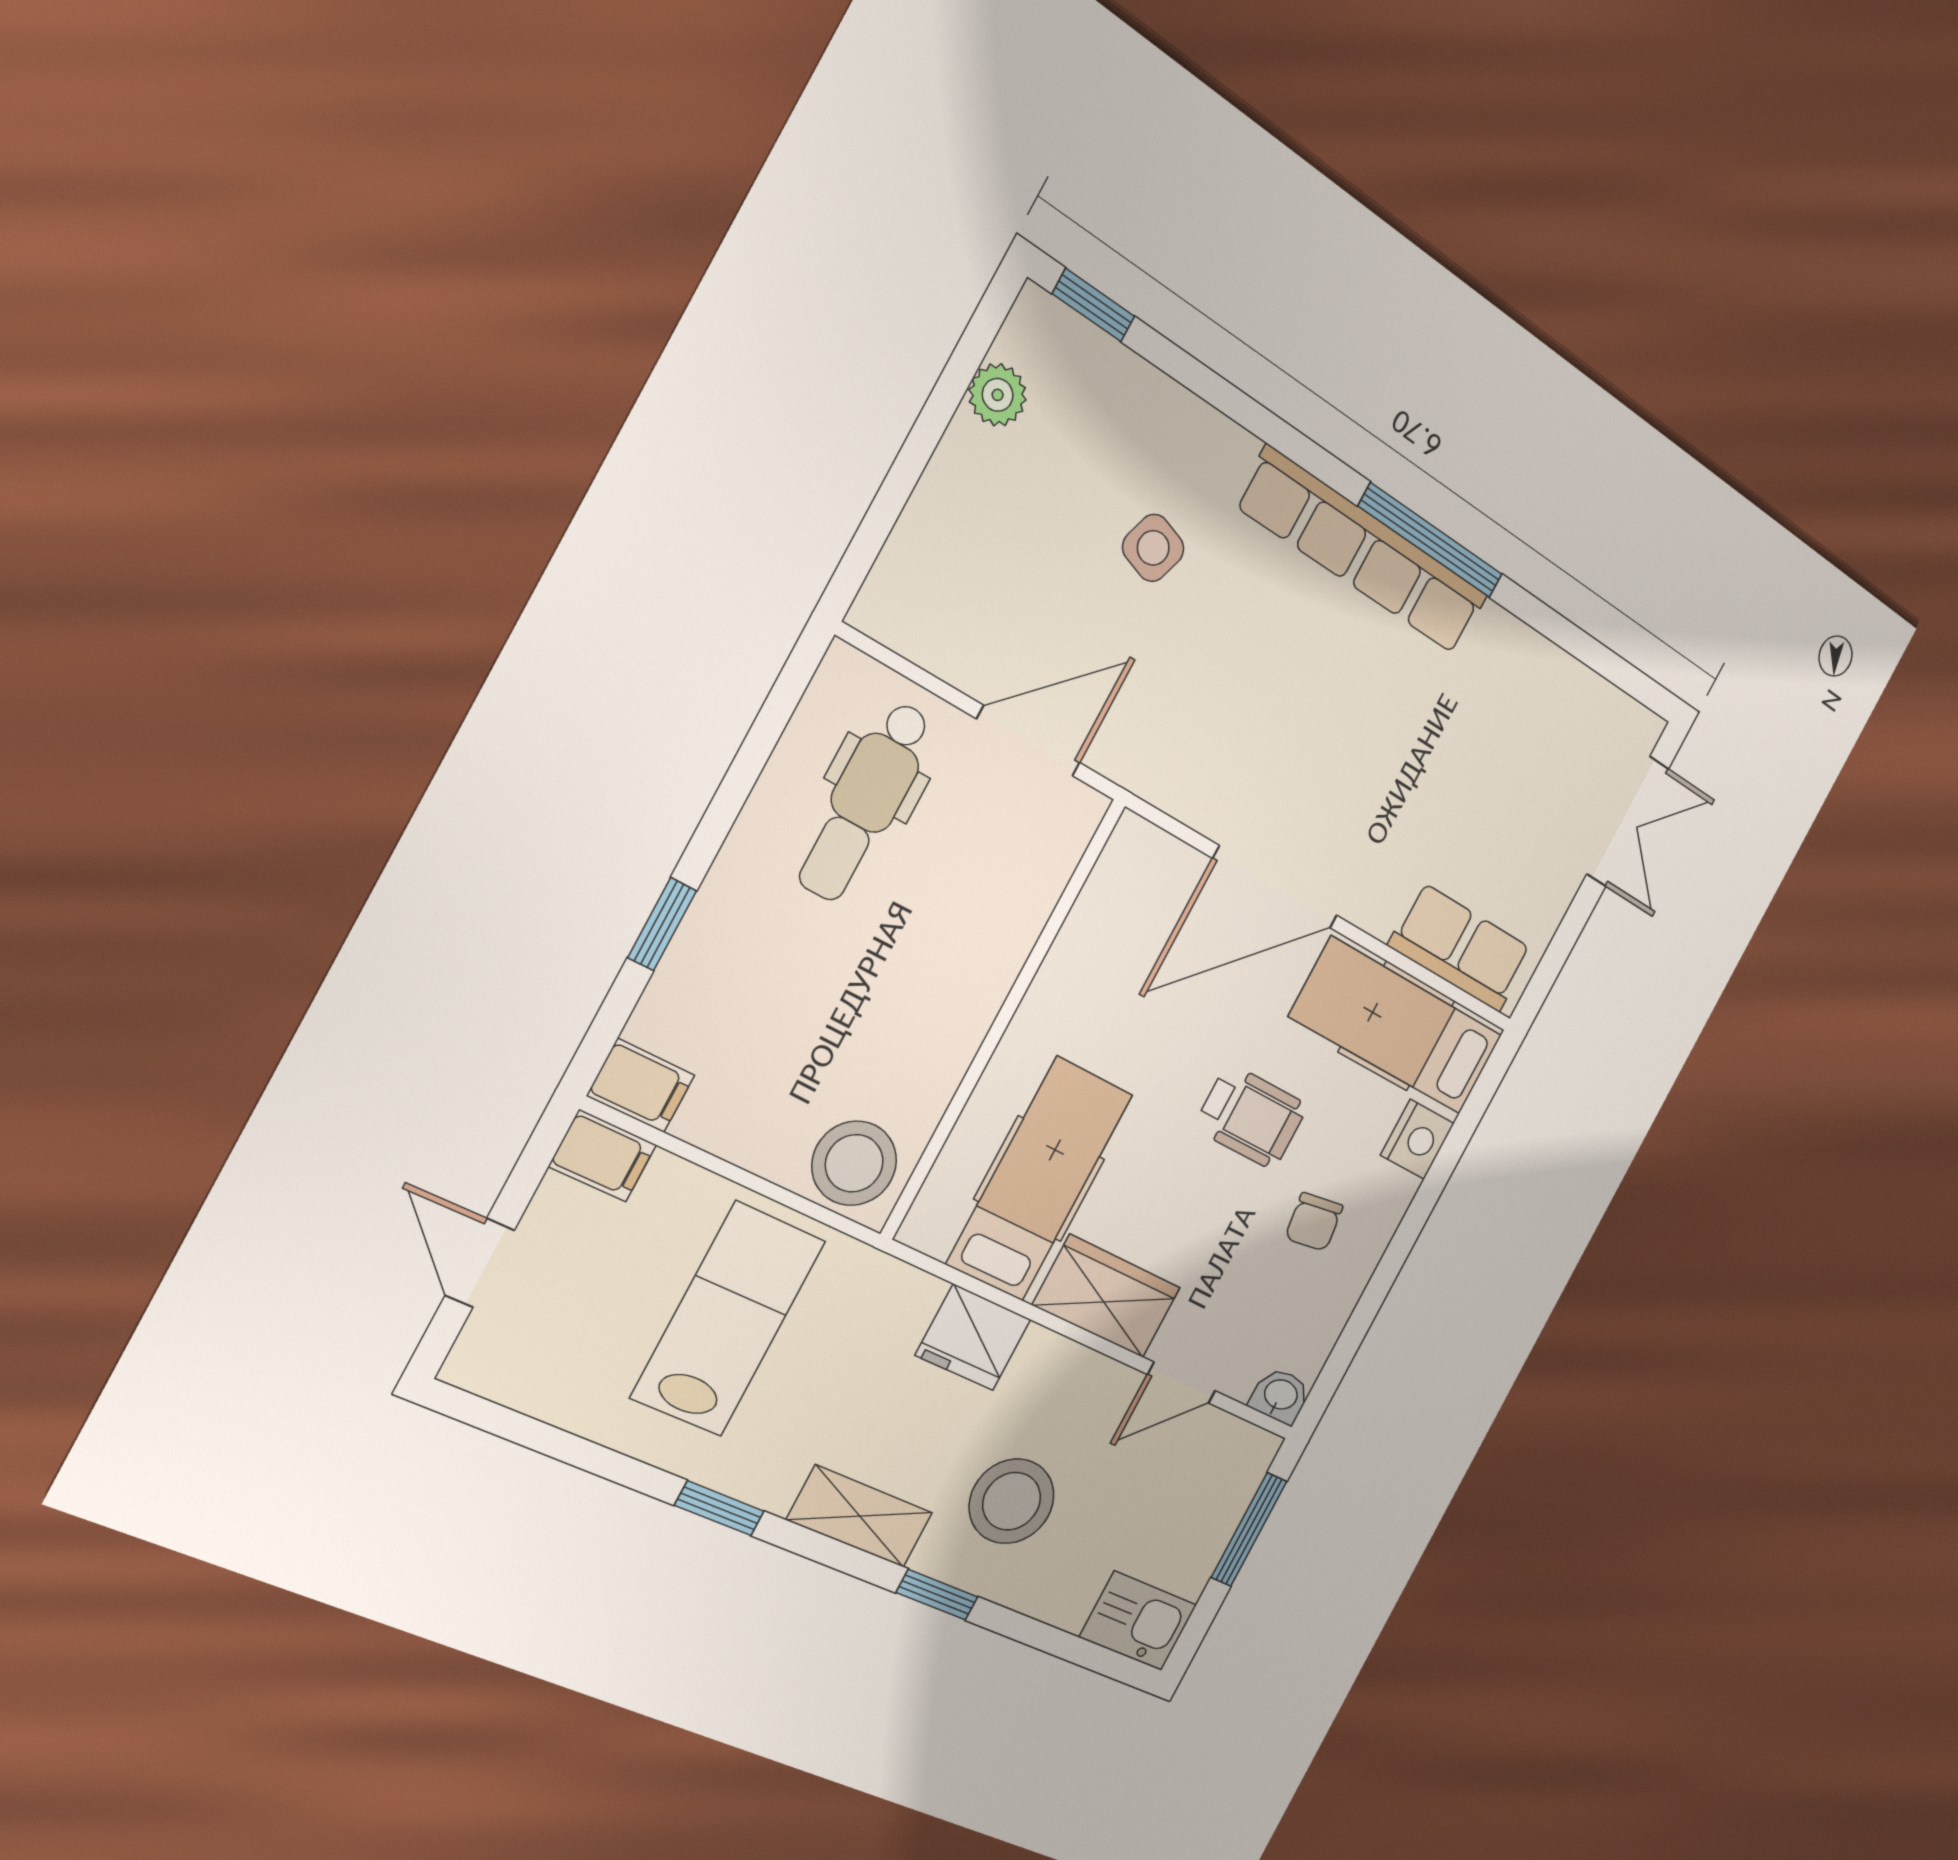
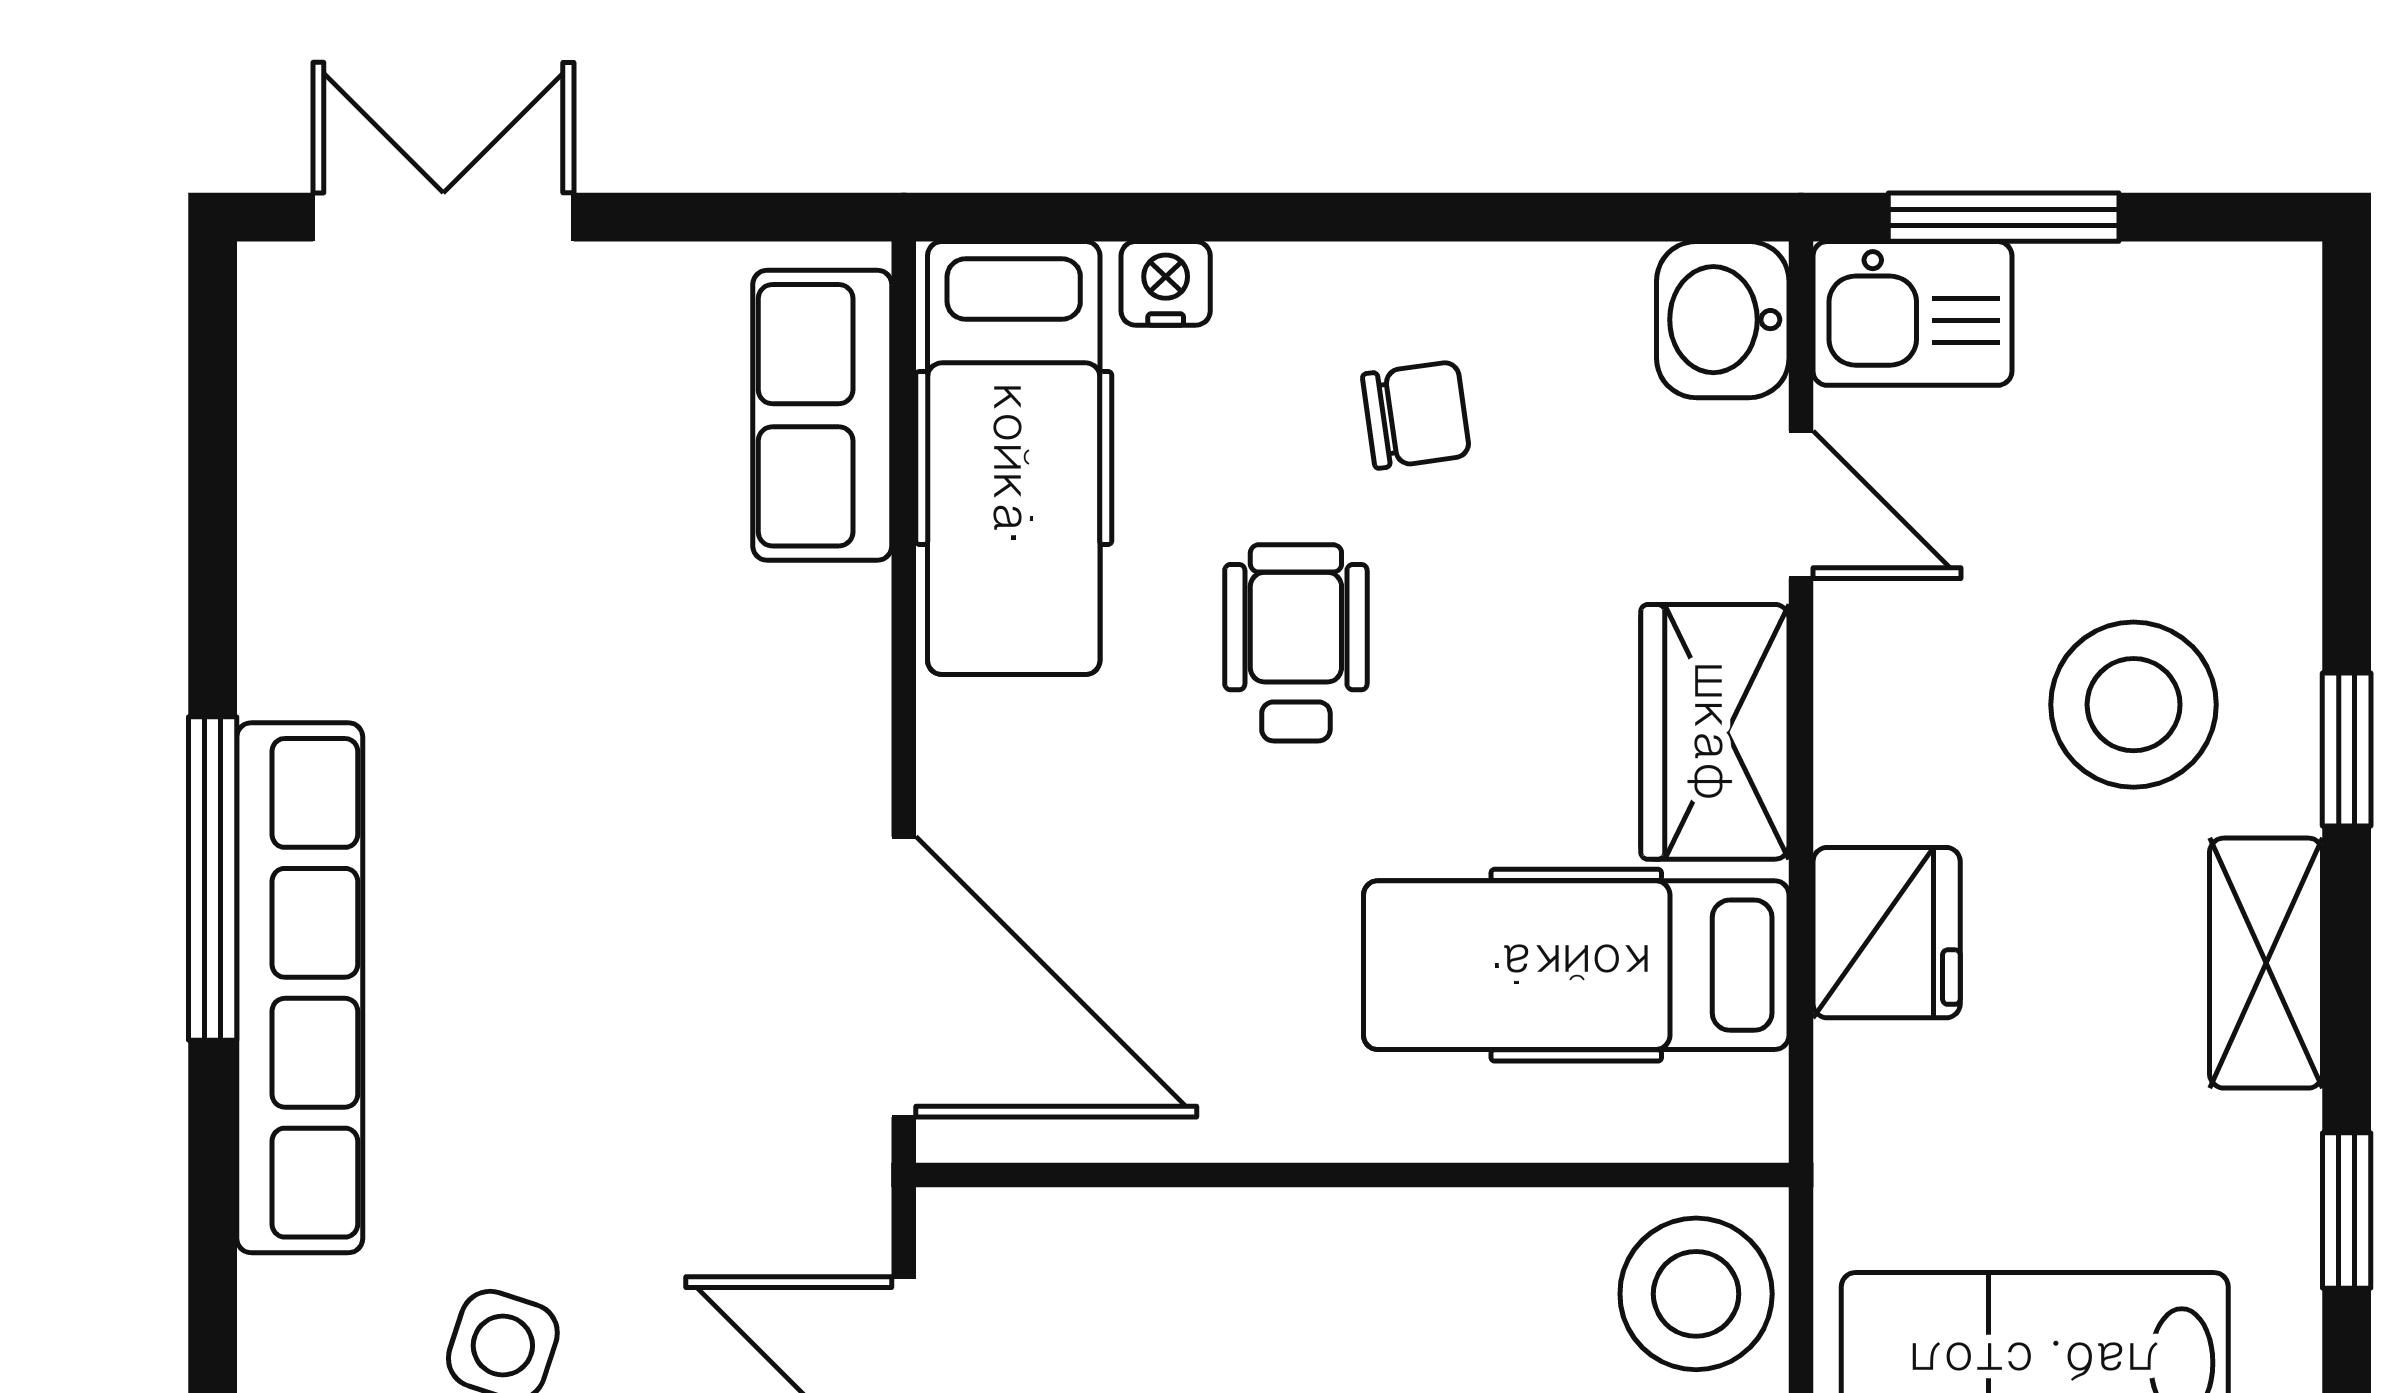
door: (1275, 887) -> (904, 977), moved
nightstand: (1417, 1139) -> (1166, 283), width x0.72, depth x0.74
washbasin: (1280, 1396) -> (1723, 320), width x1.38, depth x1.45
kitchen sink: (1138, 1621) -> (1912, 313), moved, turned -90

